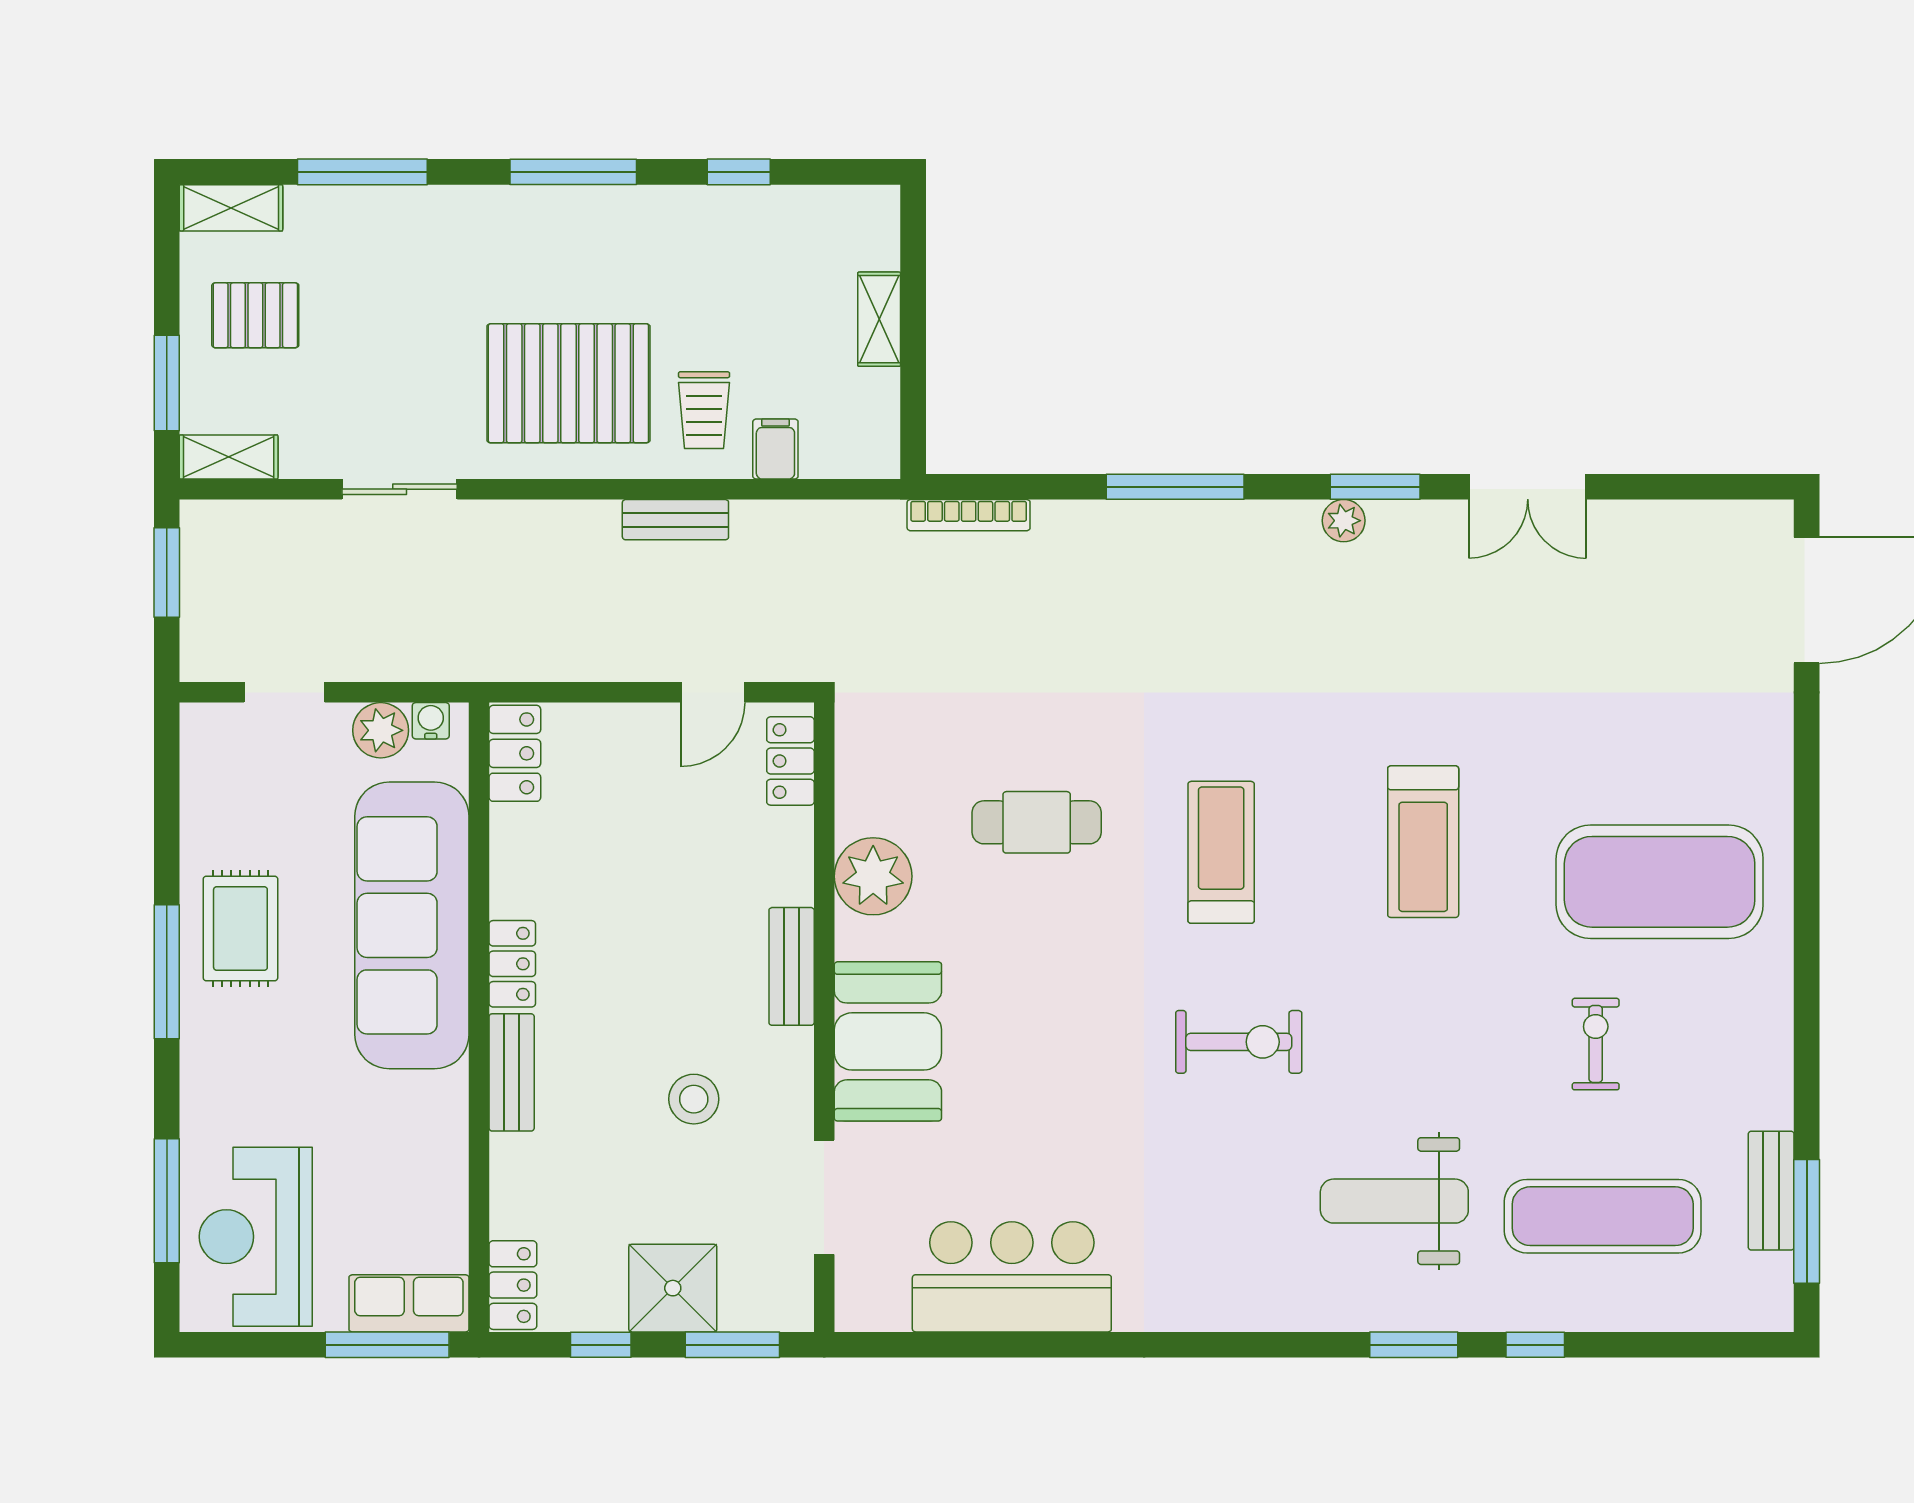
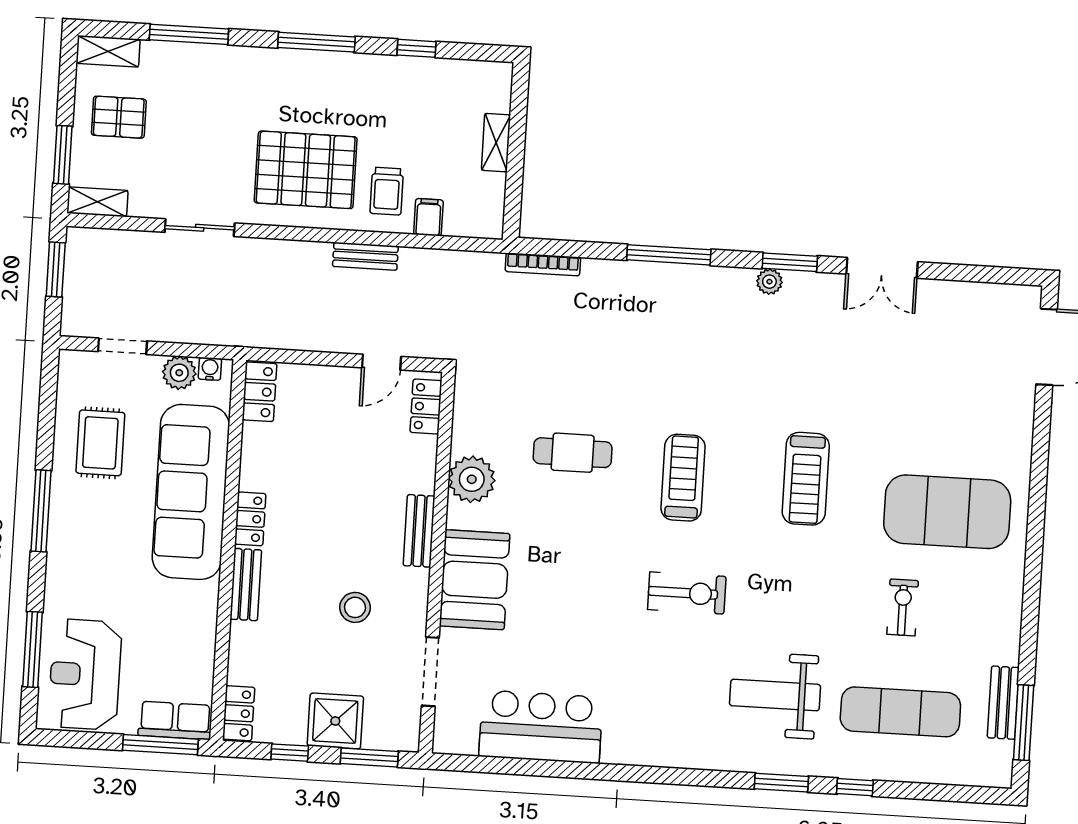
rug: (240, 928) -> (100, 443), moved

